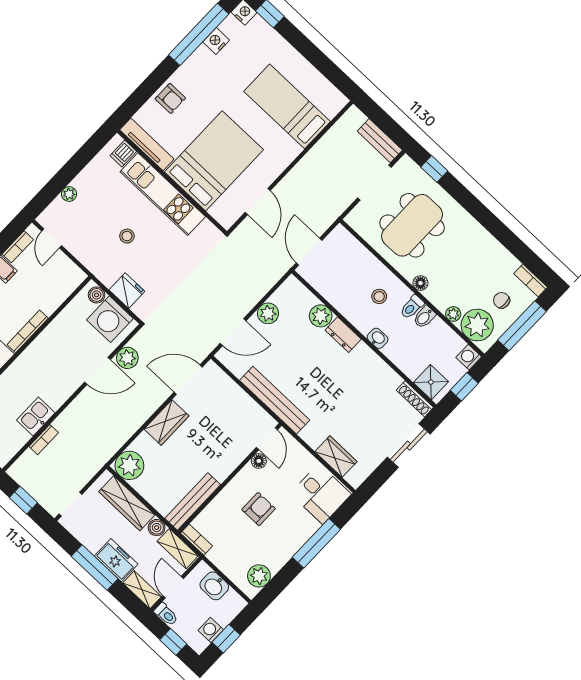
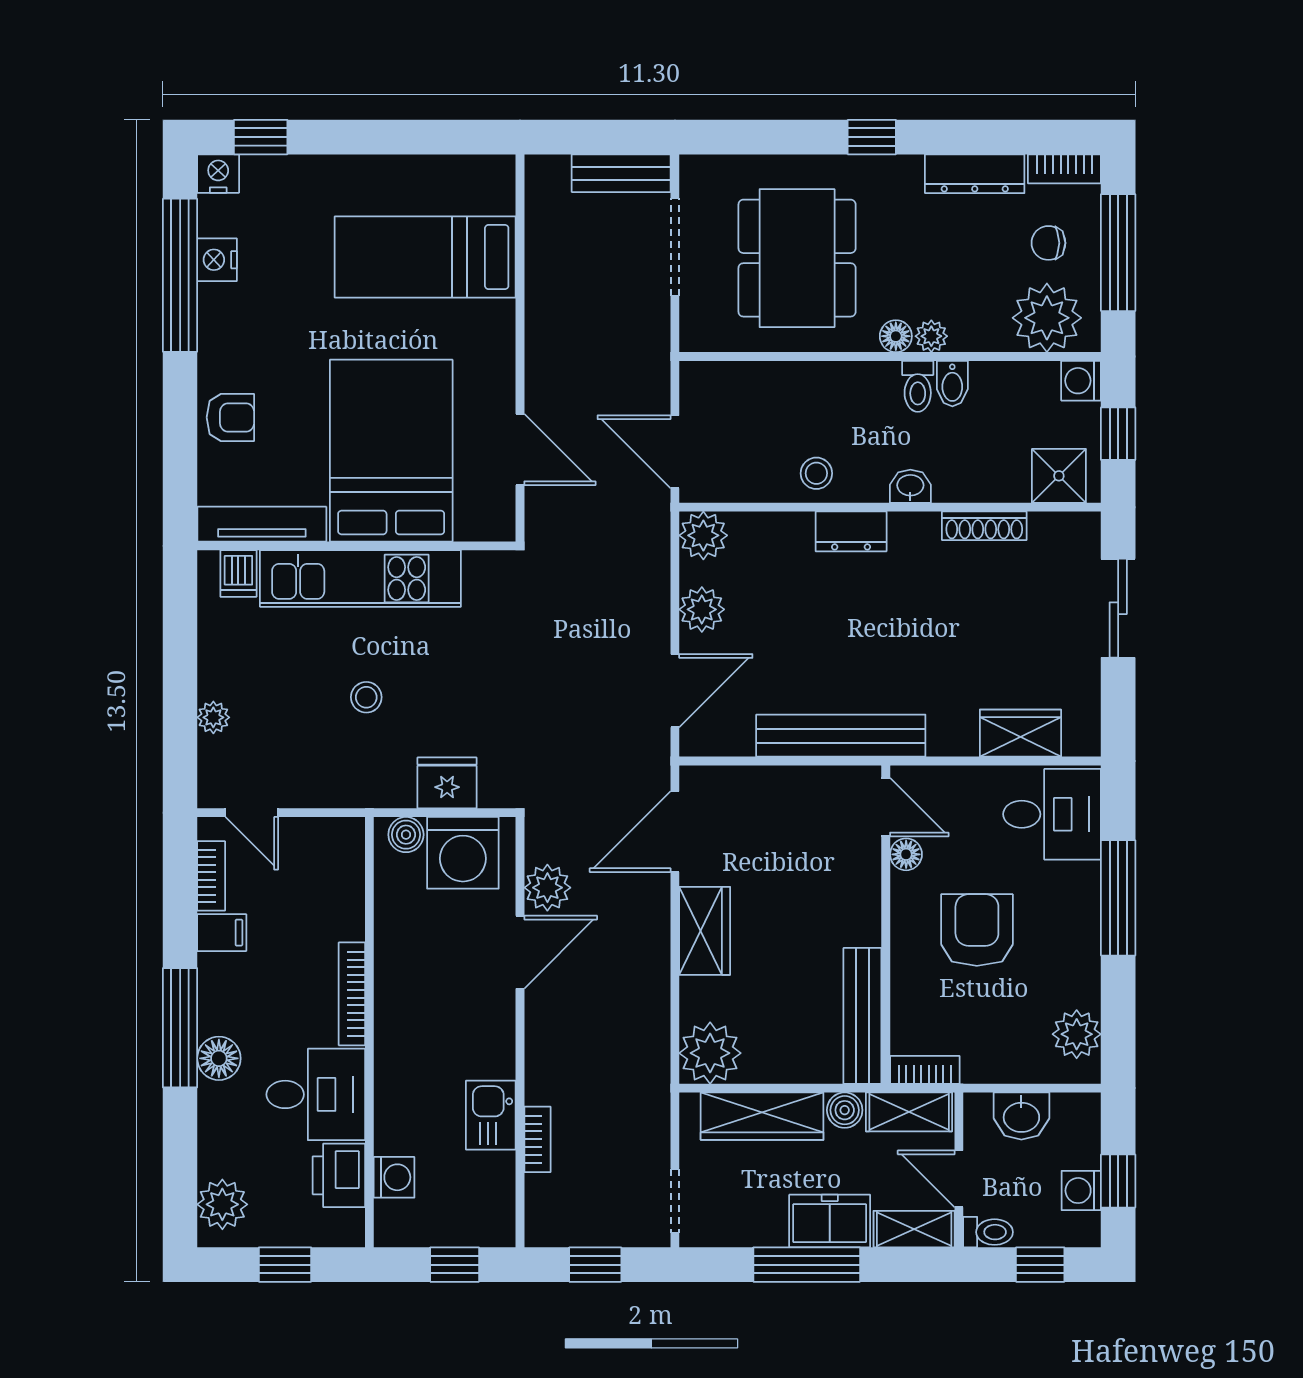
window: (434, 169) -> (872, 137), moved
dresser: (499, 253) -> (975, 174), added
stool: (379, 296) -> (816, 473), moved
plant: (453, 314) -> (931, 336), moved
plant: (321, 316) -> (703, 535), moved
shoe rack: (415, 399) -> (984, 526), moved
armchair: (259, 509) -> (977, 930), width x1.38, depth x1.38

